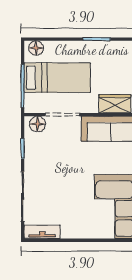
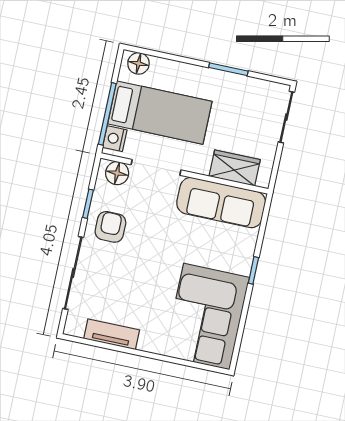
nightstand: (31, 101) -> (115, 139), added
armchair: (41, 161) -> (110, 227), added
tv unit: (42, 232) -> (112, 334), moved

